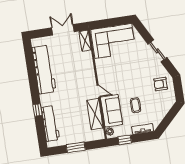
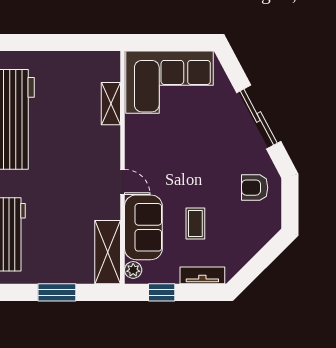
double door: (63, 30) -> (68, 42), removed
shelving: (85, 41) -> (111, 104), moved
sliding door: (157, 51) -> (259, 117), width x1.37
shelving: (95, 114) -> (108, 252), moved

